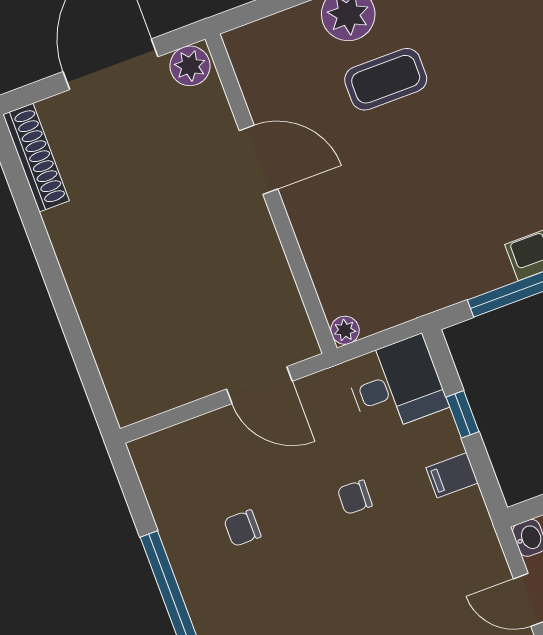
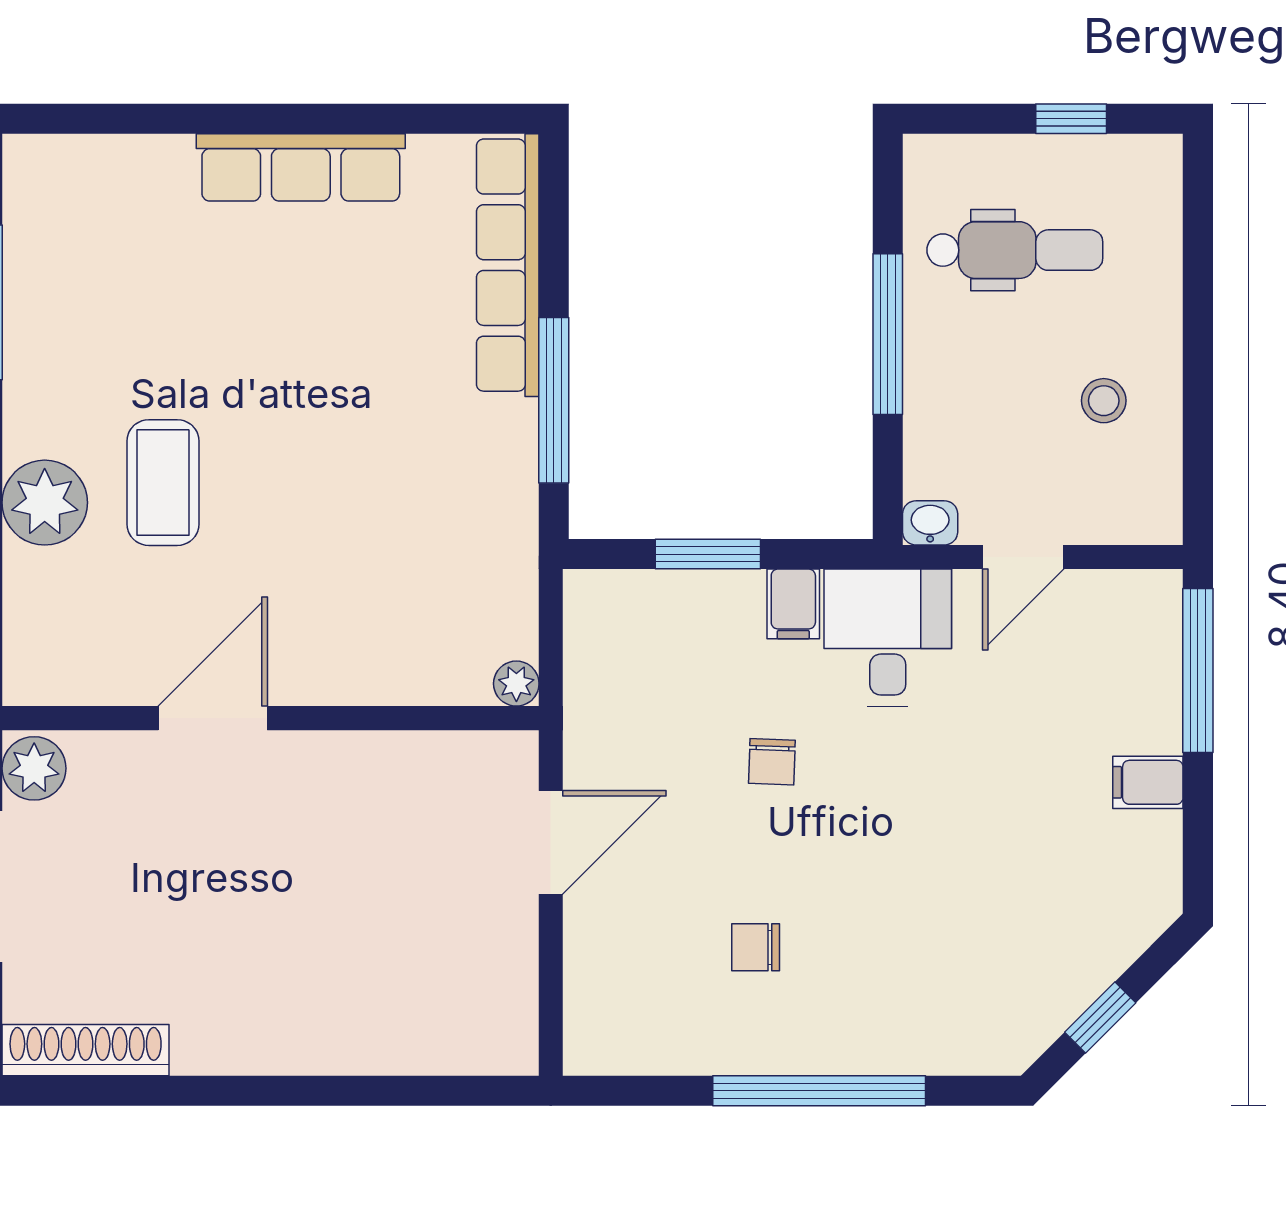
desk: (396, 385) -> (888, 638), moved
window: (463, 414) -> (708, 554), width x1.50
chair: (242, 528) -> (756, 947), turned 90

